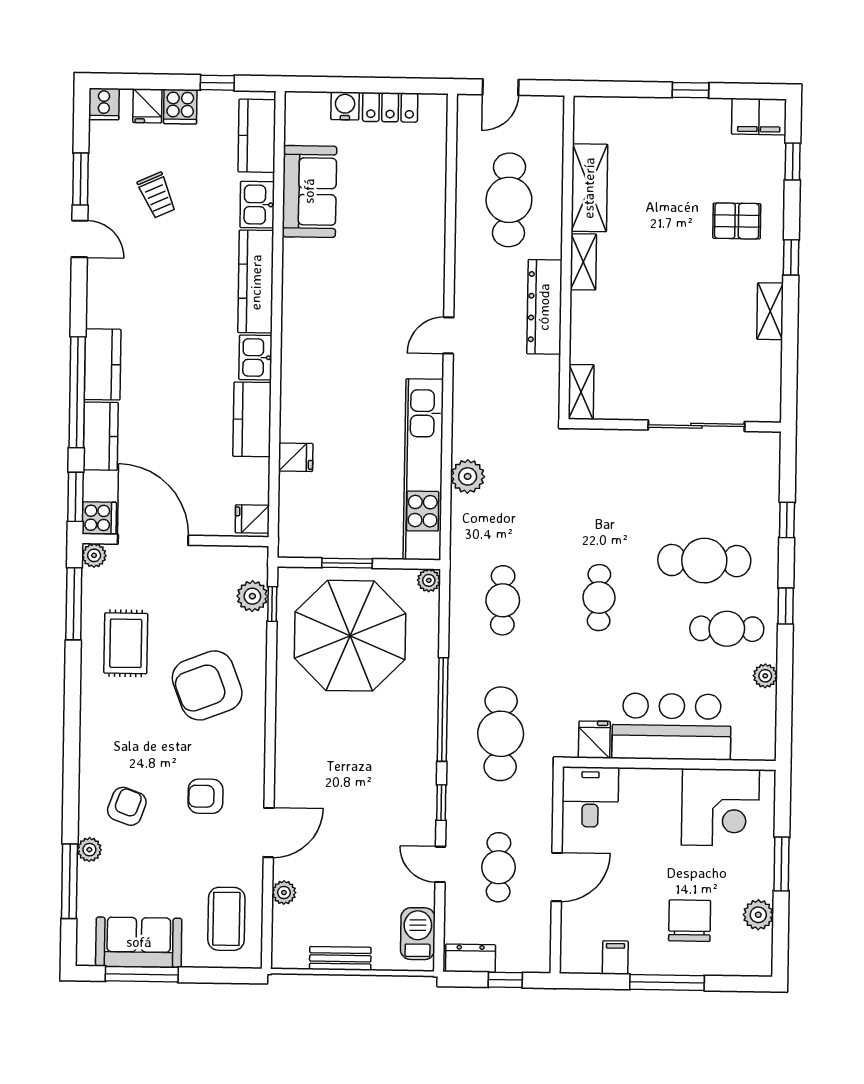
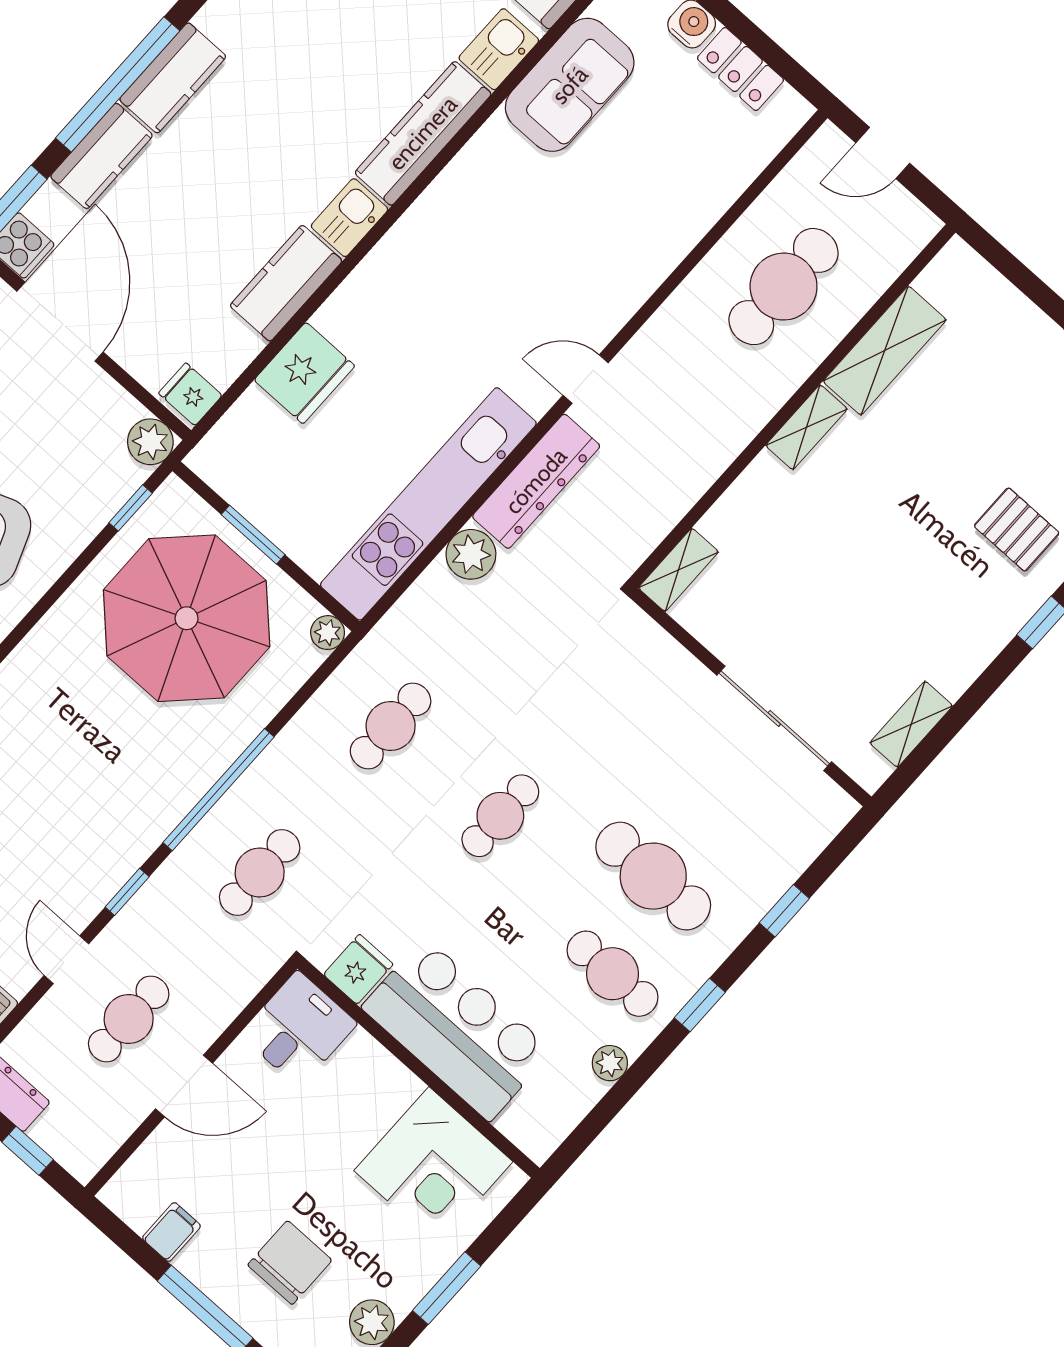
dresser: (544, 307) -> (536, 481), moved, turned 180
shelving: (770, 311) -> (911, 724), moved
fridge: (296, 457) -> (304, 373), width x1.88, depth x1.34
plant: (252, 596) -> (150, 442), moved
cafe table: (501, 734) -> (260, 873), width x0.73, depth x0.74

